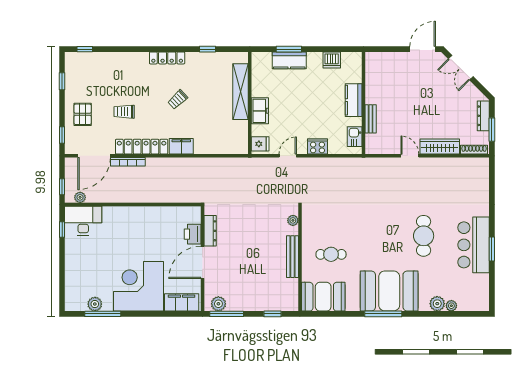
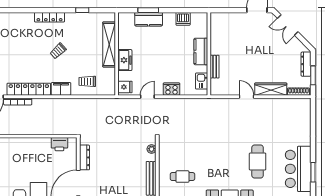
trolley: (124, 112) -> (87, 81), moved
printer: (193, 234) -> (59, 144), moved, turned -90

